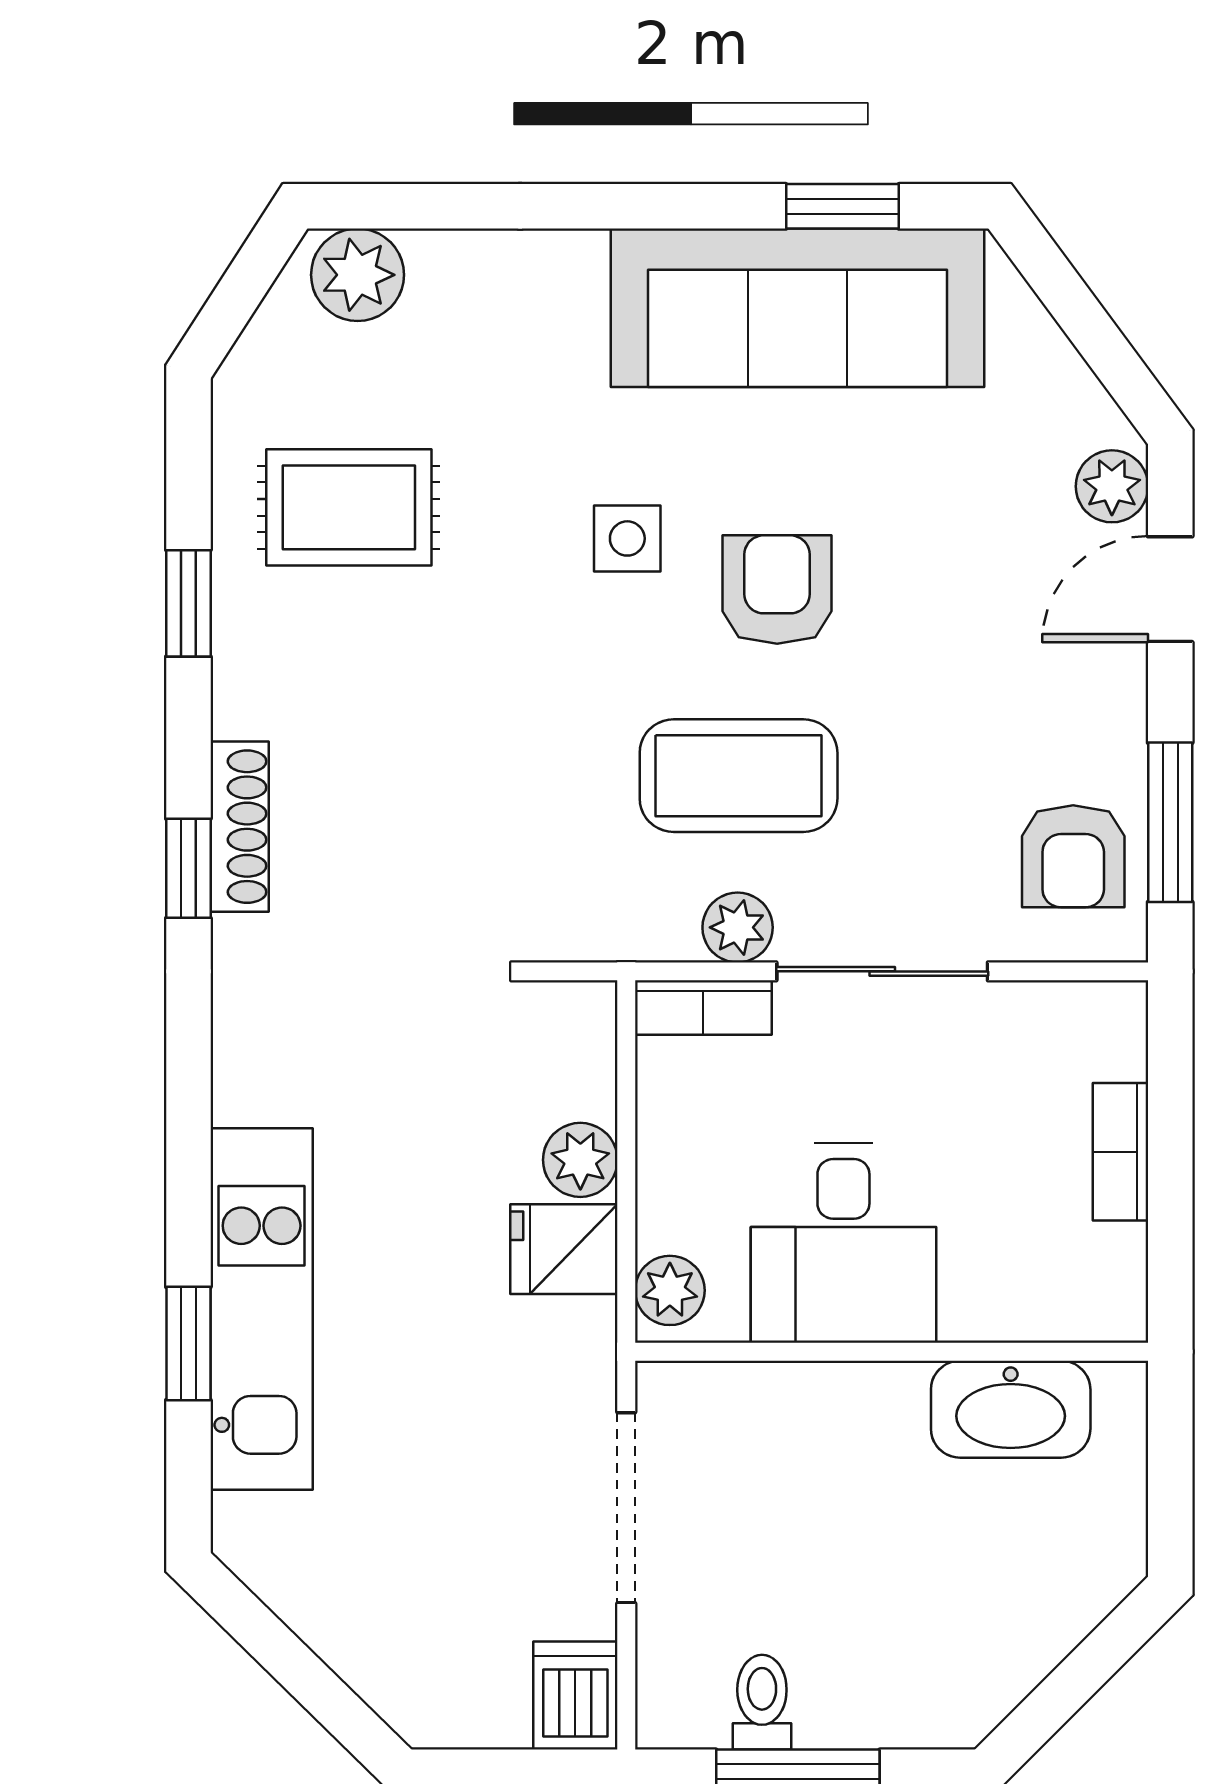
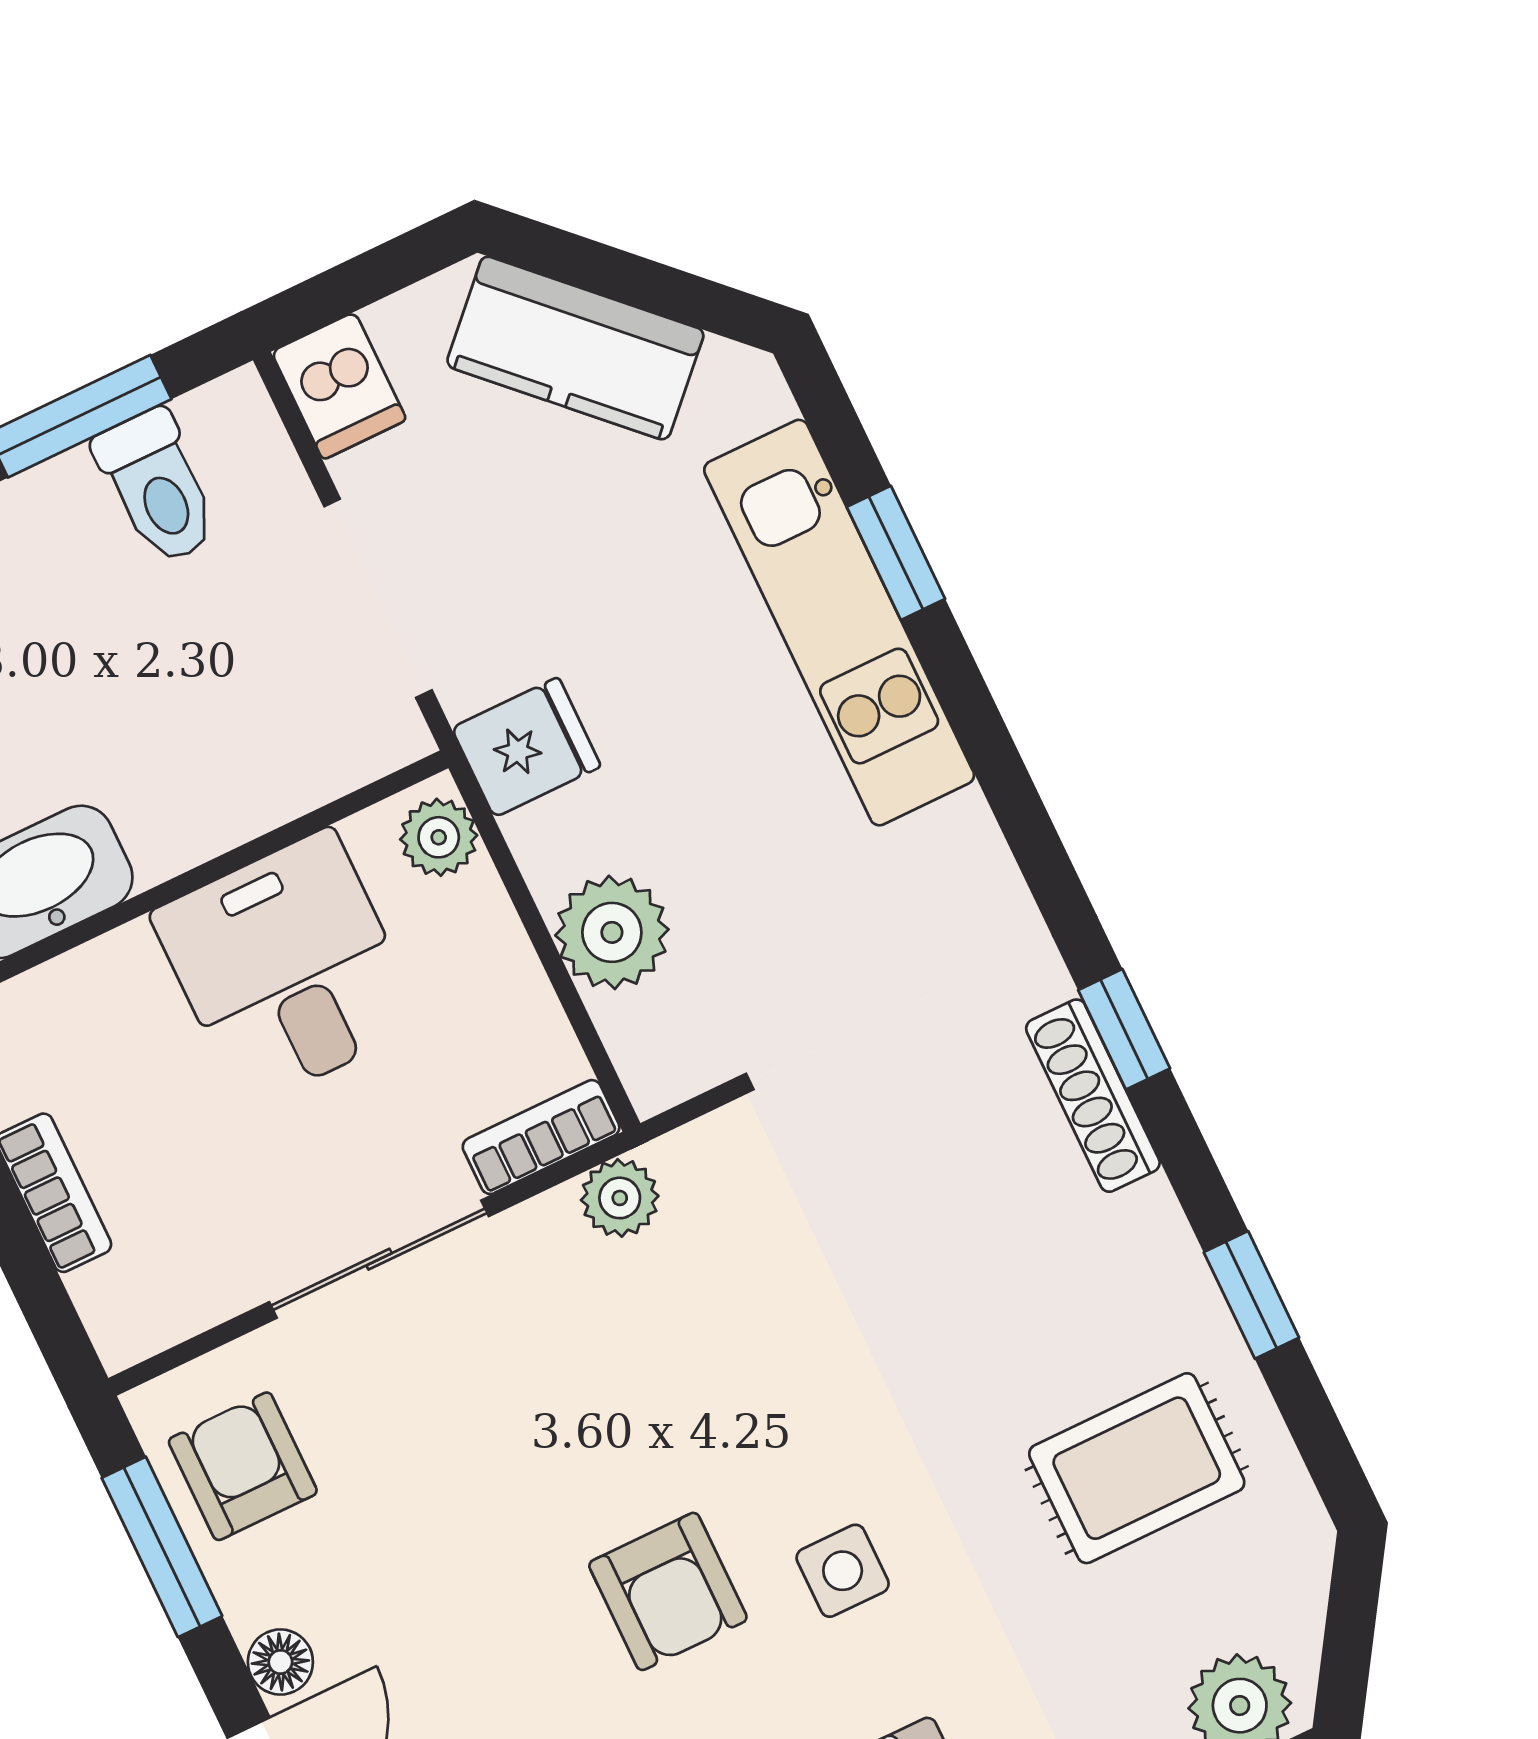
floor lamp: (1119, 683) -> (280, 1662), added
coffee table: (739, 776) -> (617, 1386), removed
plant: (738, 927) -> (620, 1198), moved
plant: (580, 1160) -> (612, 932), width x1.38, depth x1.38
fridge: (564, 1249) -> (526, 747), moved
kitchen counter: (369, 1634) -> (575, 348), added
toilet: (762, 1702) -> (157, 487), width x1.37, depth x1.39

